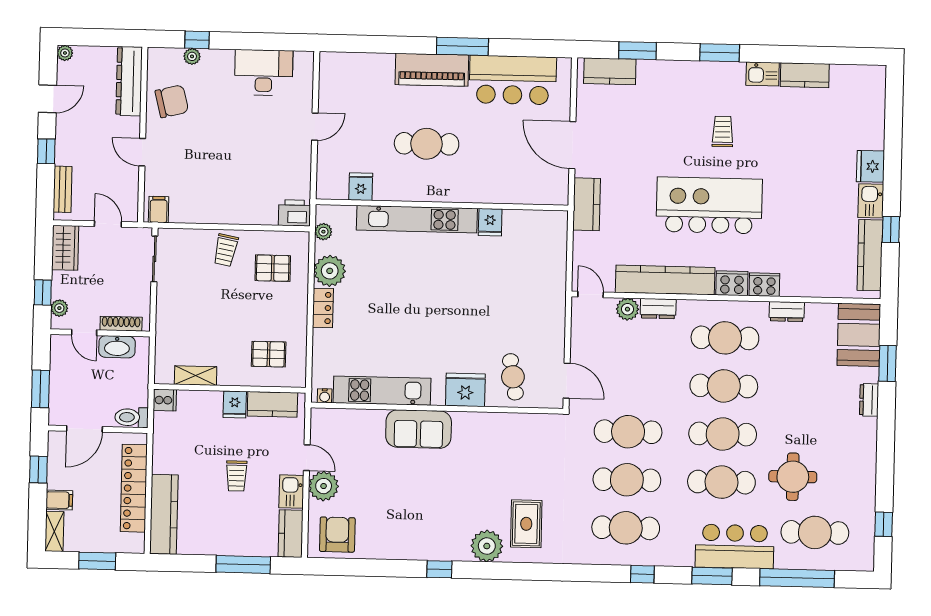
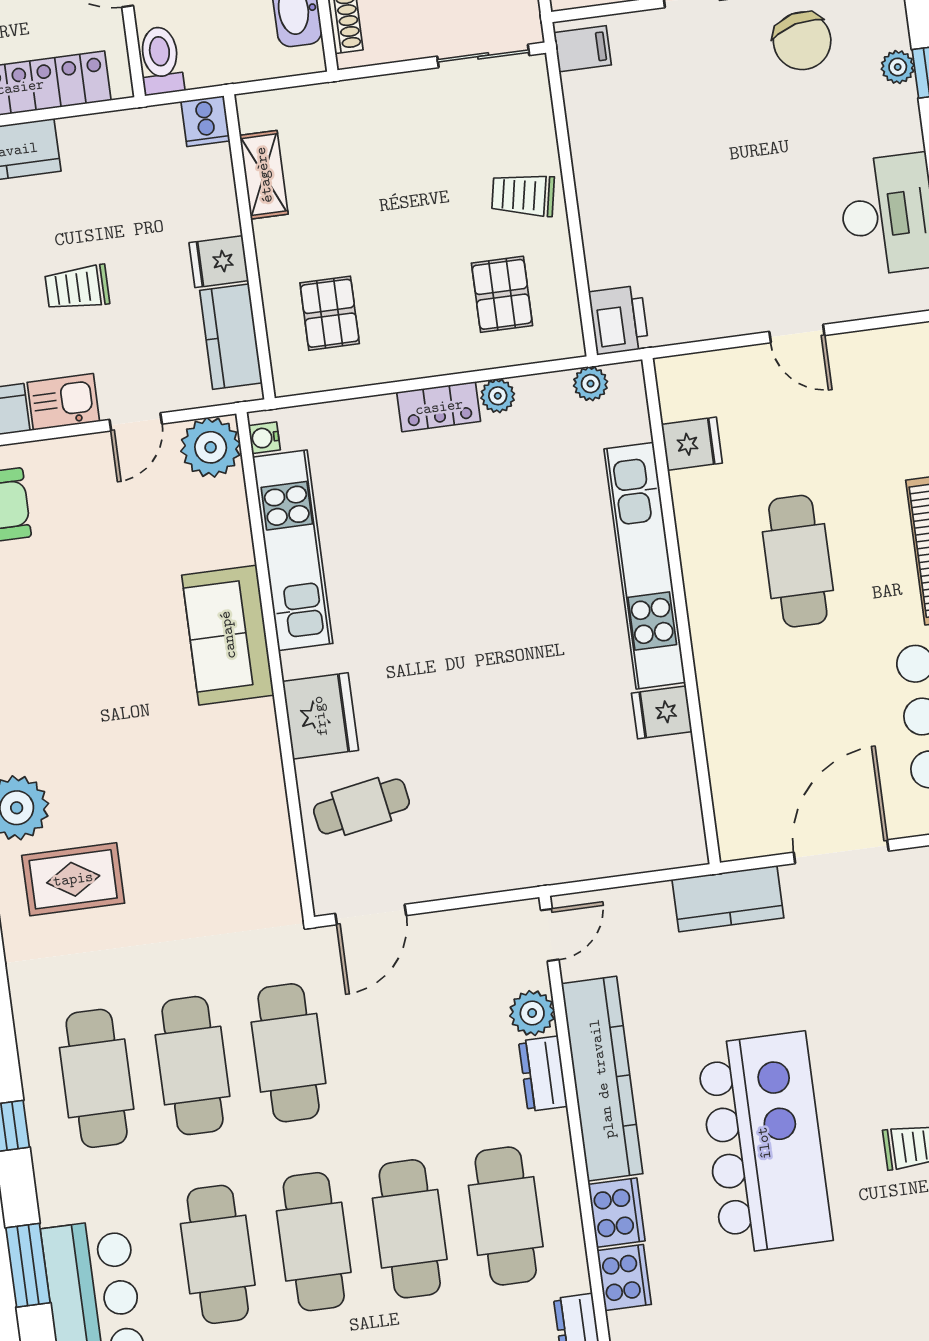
plant: (330, 271) -> (498, 396), width x0.53, depth x0.53
plant: (324, 486) -> (211, 447), moved

